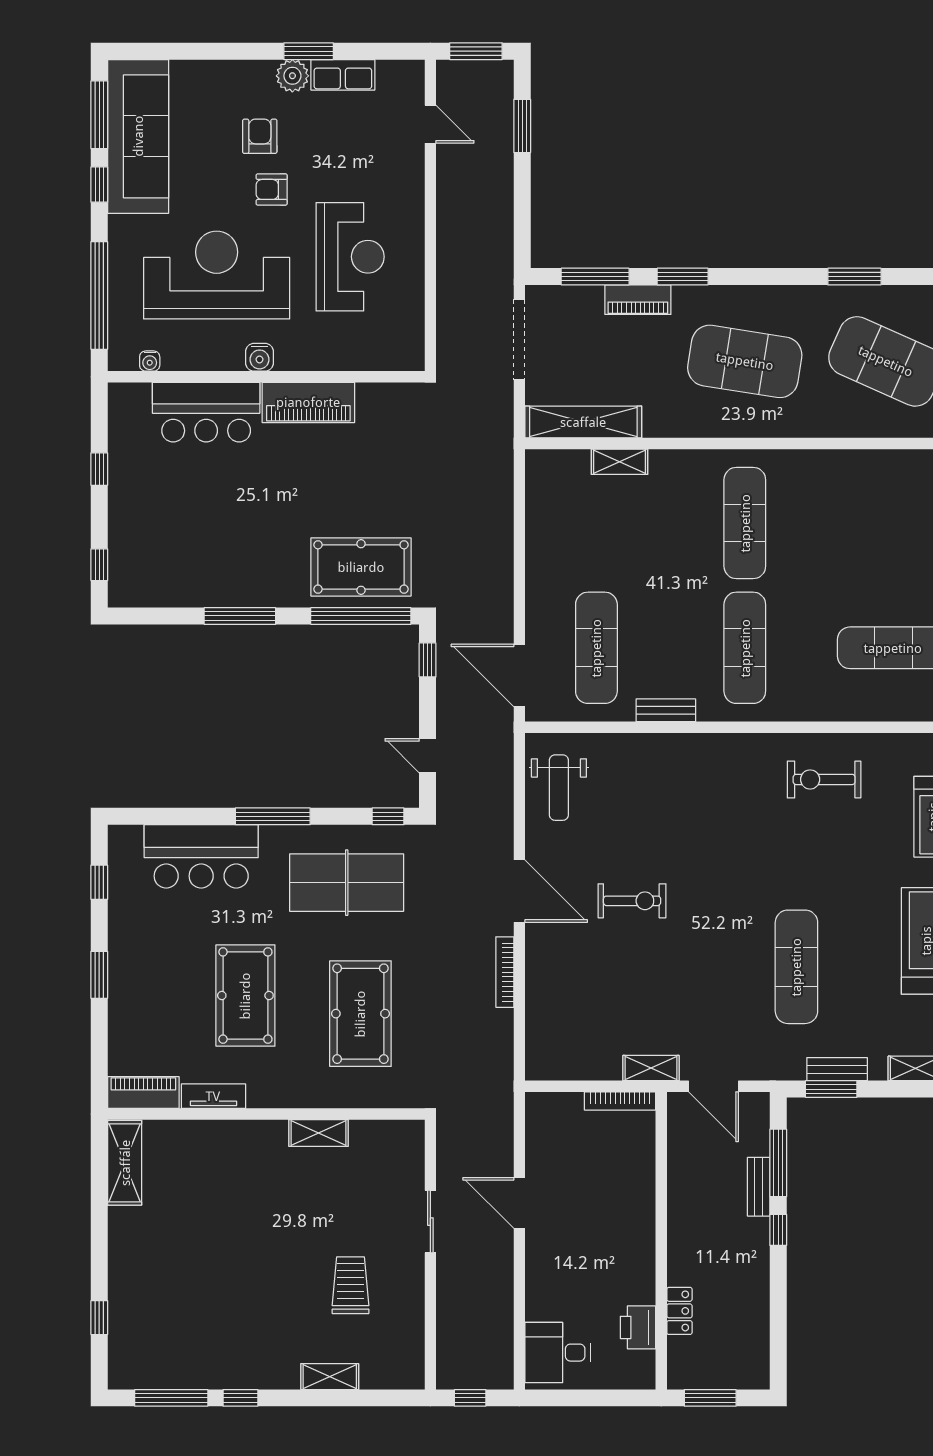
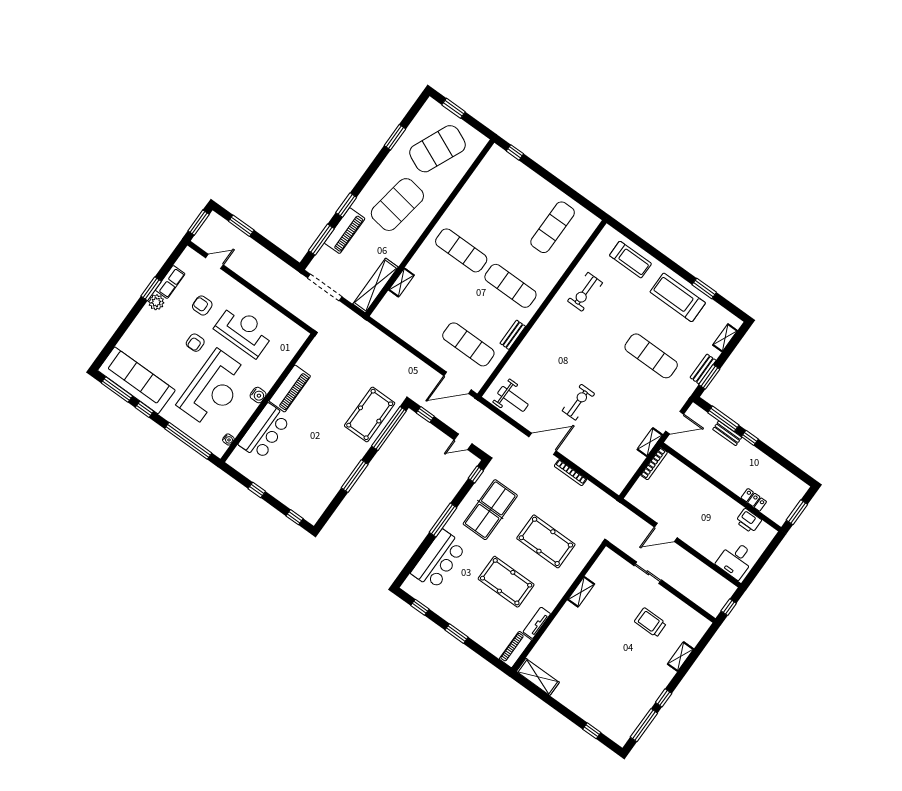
armchair: (260, 136) -> (202, 305), moved
reception desk: (217, 275) -> (213, 389), turned 180
piano: (638, 300) -> (345, 231), width x1.37, depth x1.33

